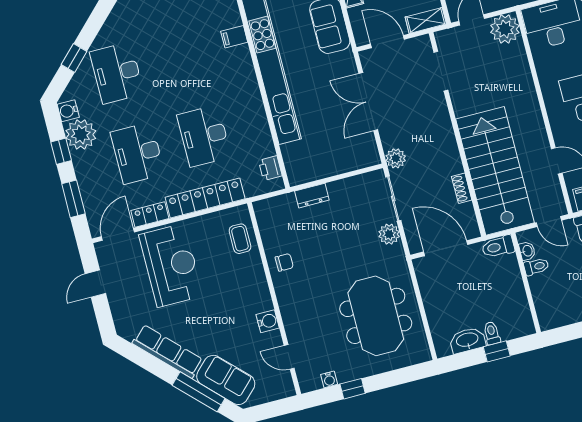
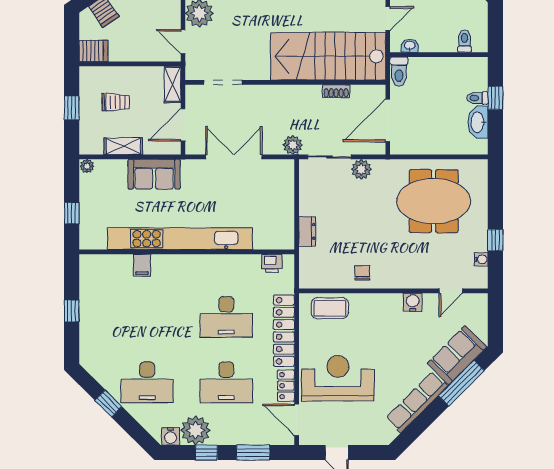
window: (74, 58) -> (108, 403), moved
double door: (368, 102) -> (234, 157), swing flipped
coffee table: (240, 239) -> (330, 308), width x1.36, depth x1.30
toilet: (536, 267) -> (464, 41), moved

